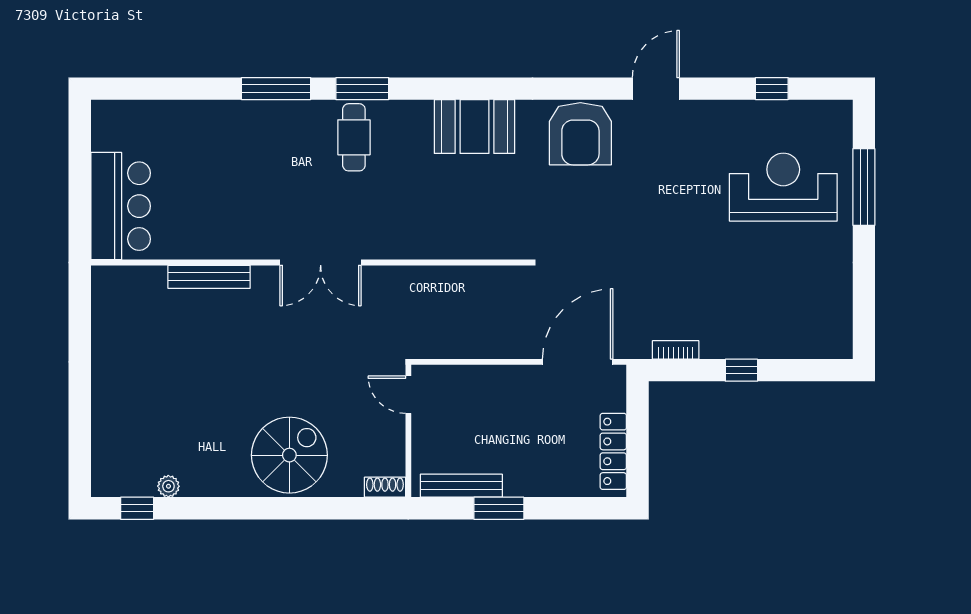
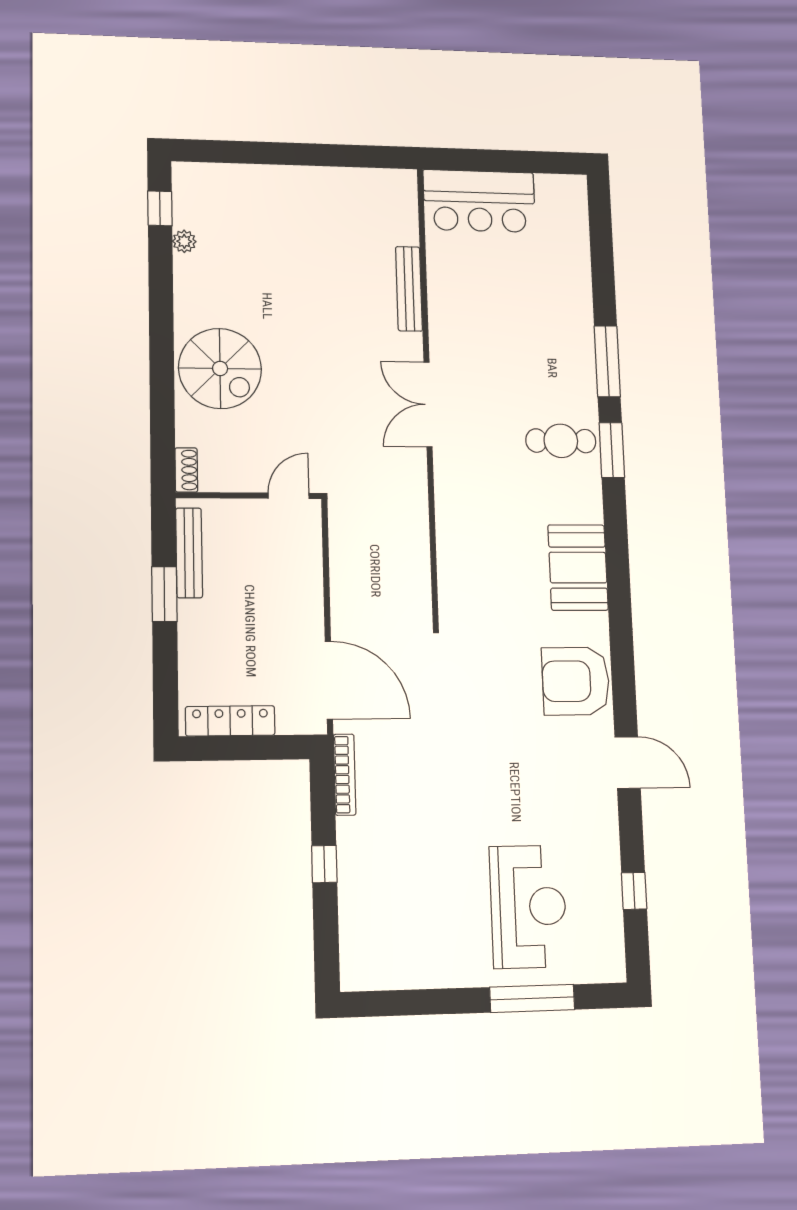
bookcase: (676, 350) -> (345, 775), width x1.56

